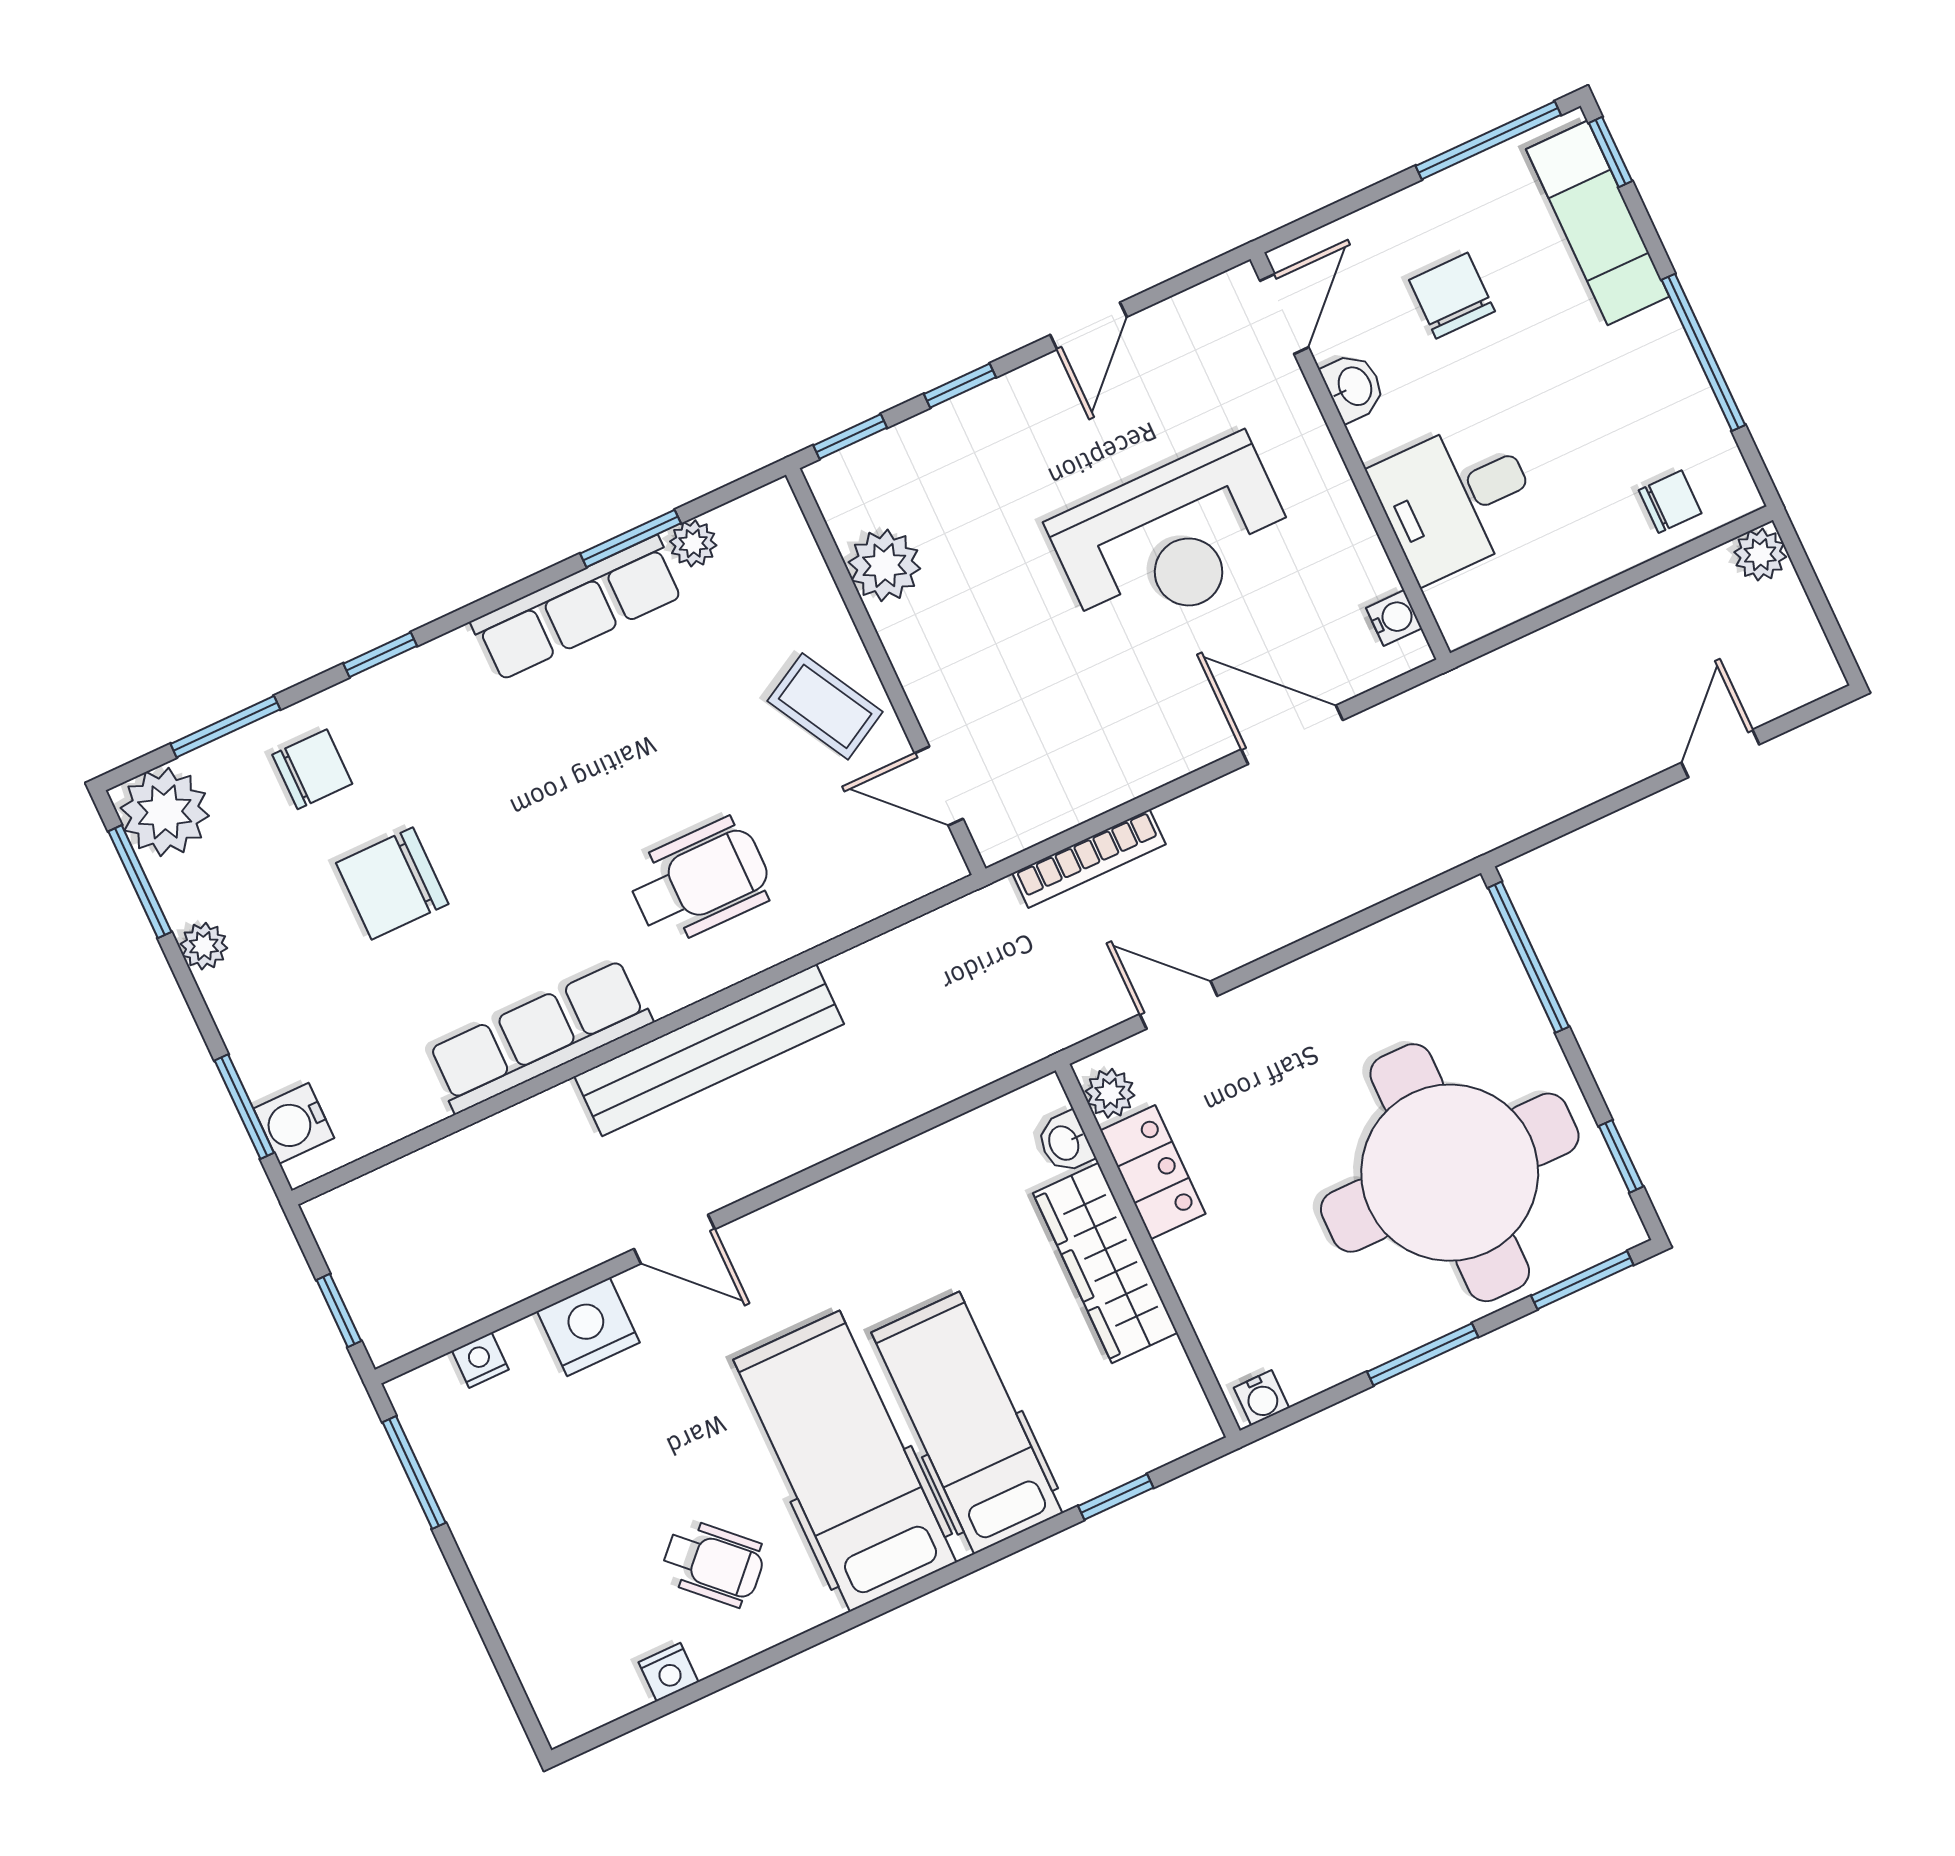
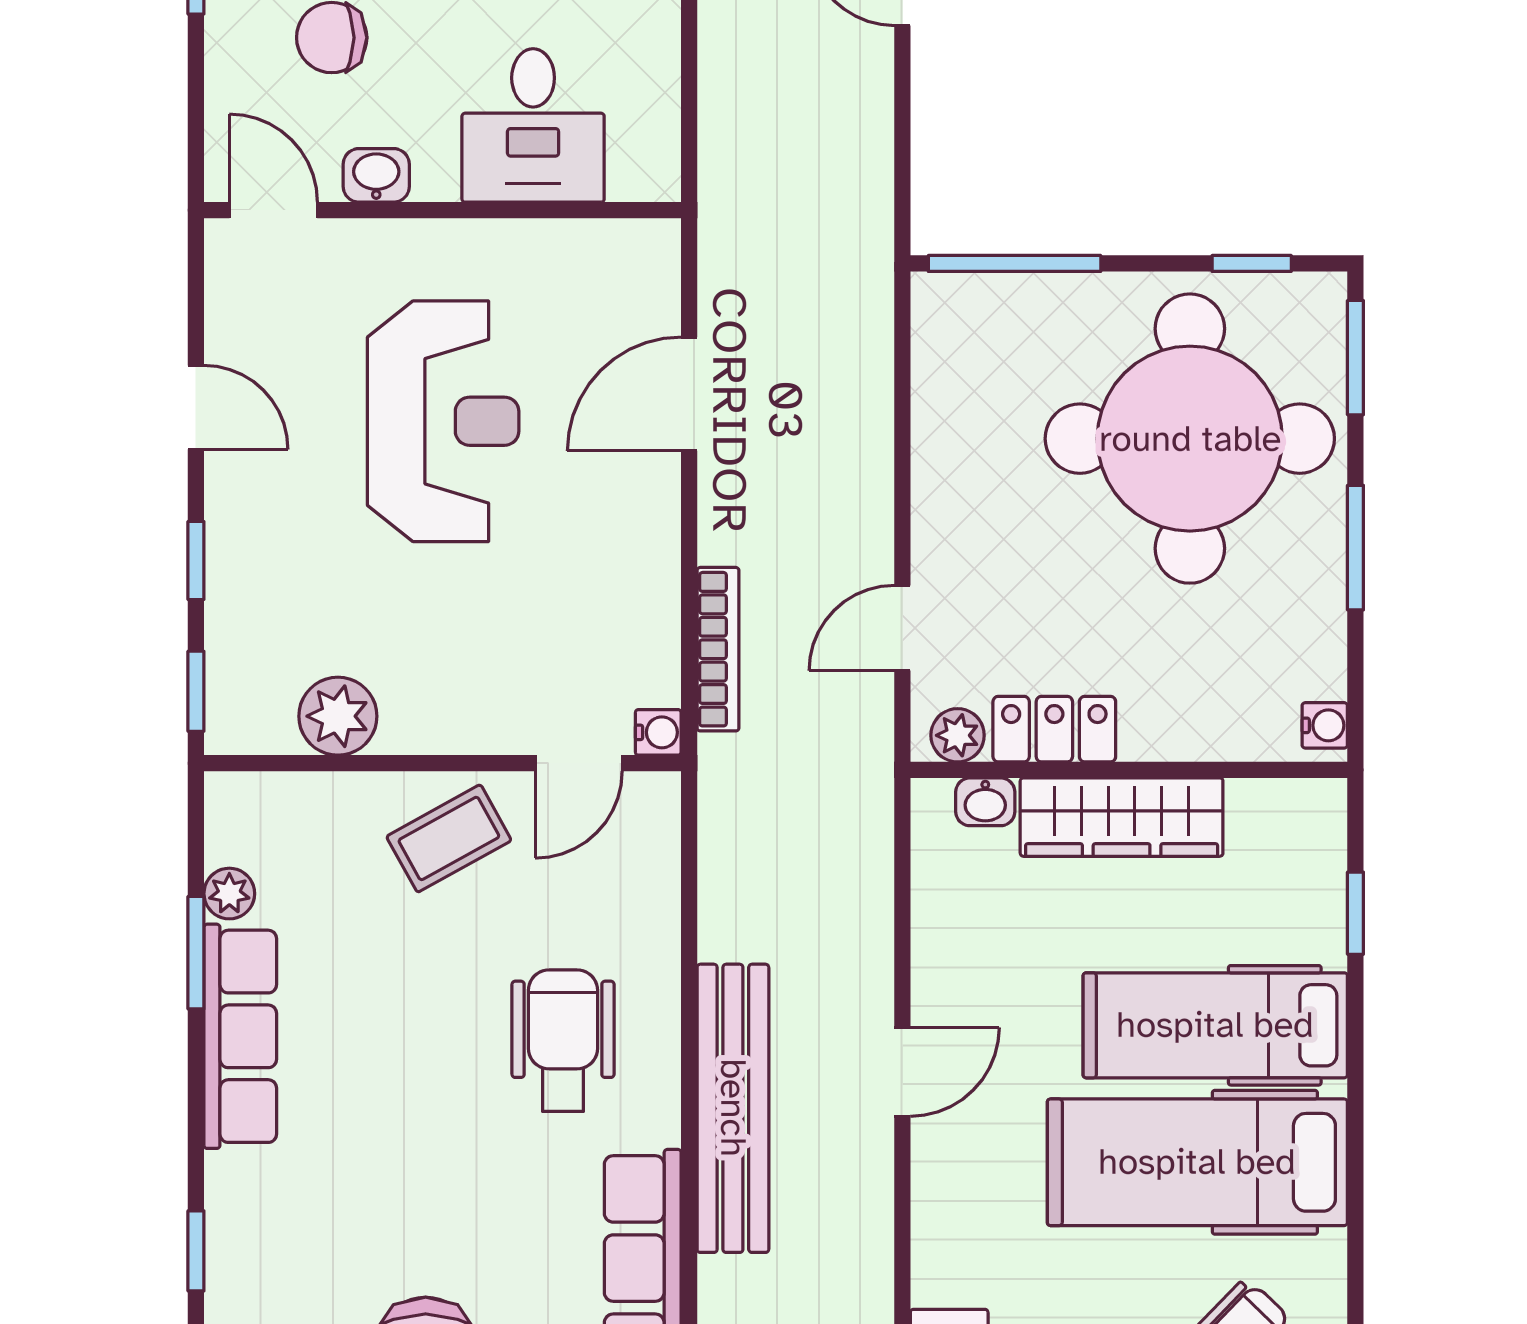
water cooler: (1394, 618) -> (658, 732), moved, turned 90
door: (674, 1239) -> (902, 1072), moved

